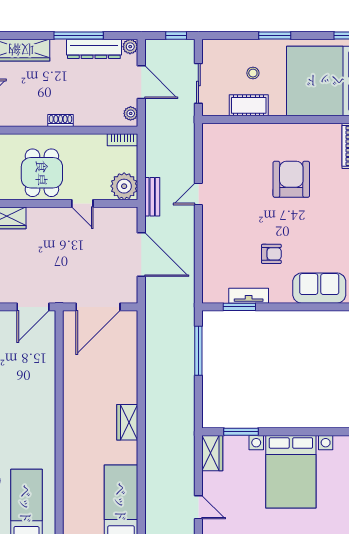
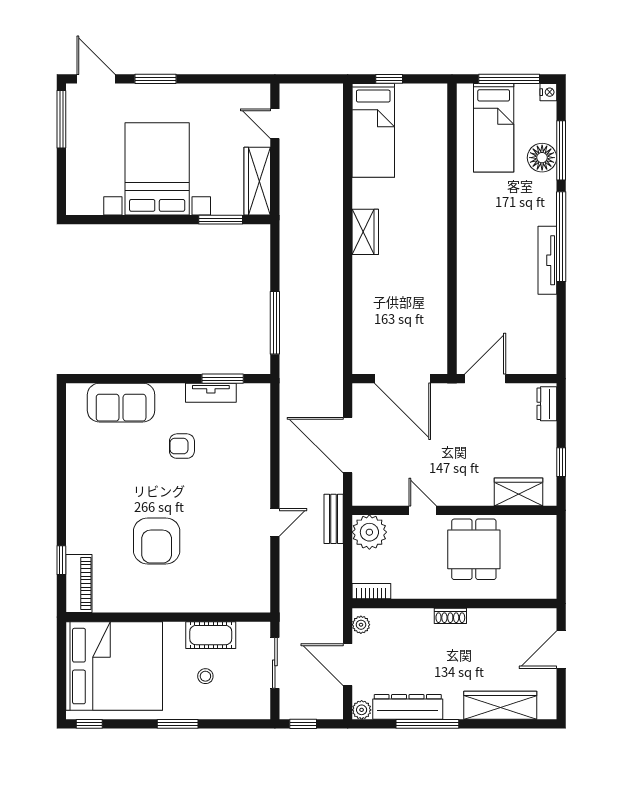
door: (98, 307) -> (403, 379), swing flipped
wardrobe: (212, 453) -> (257, 181), width x1.50

